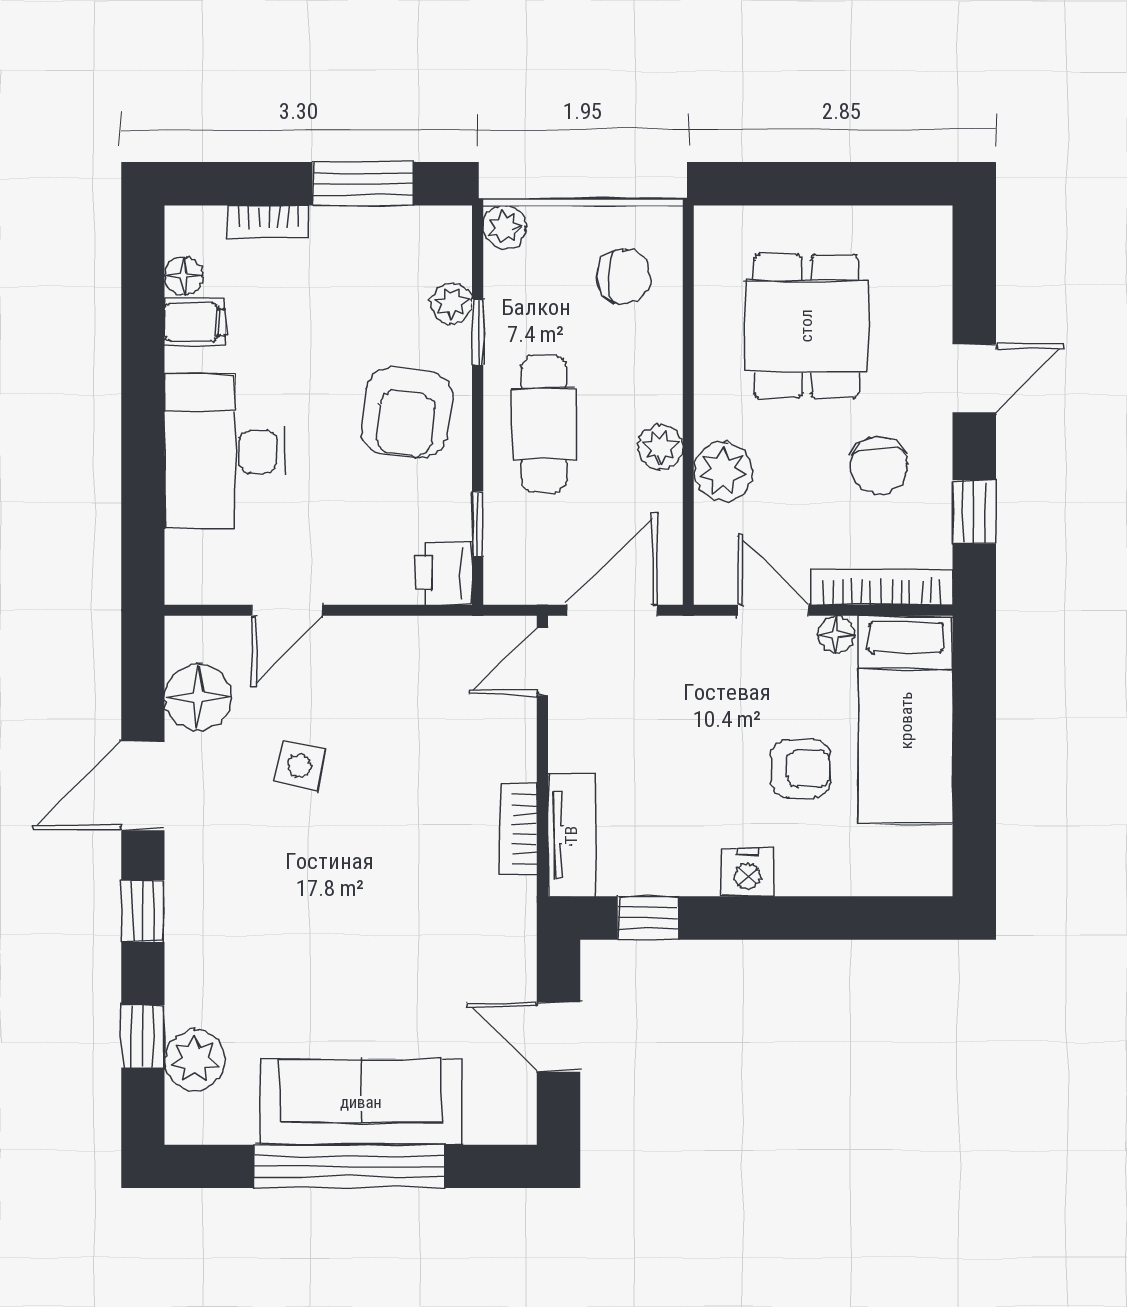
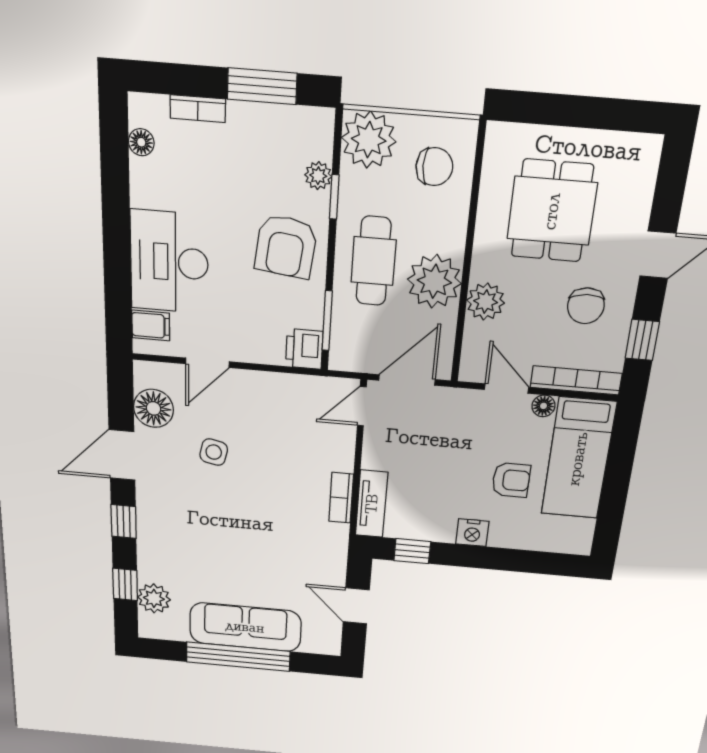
plant: (505, 227) -> (369, 140), width x1.88, depth x1.88
filing cabinet: (195, 322) -> (151, 325), moved
plant: (660, 447) -> (434, 281), width x1.88, depth x1.88
window: (478, 524) -> (327, 321), width x1.50

